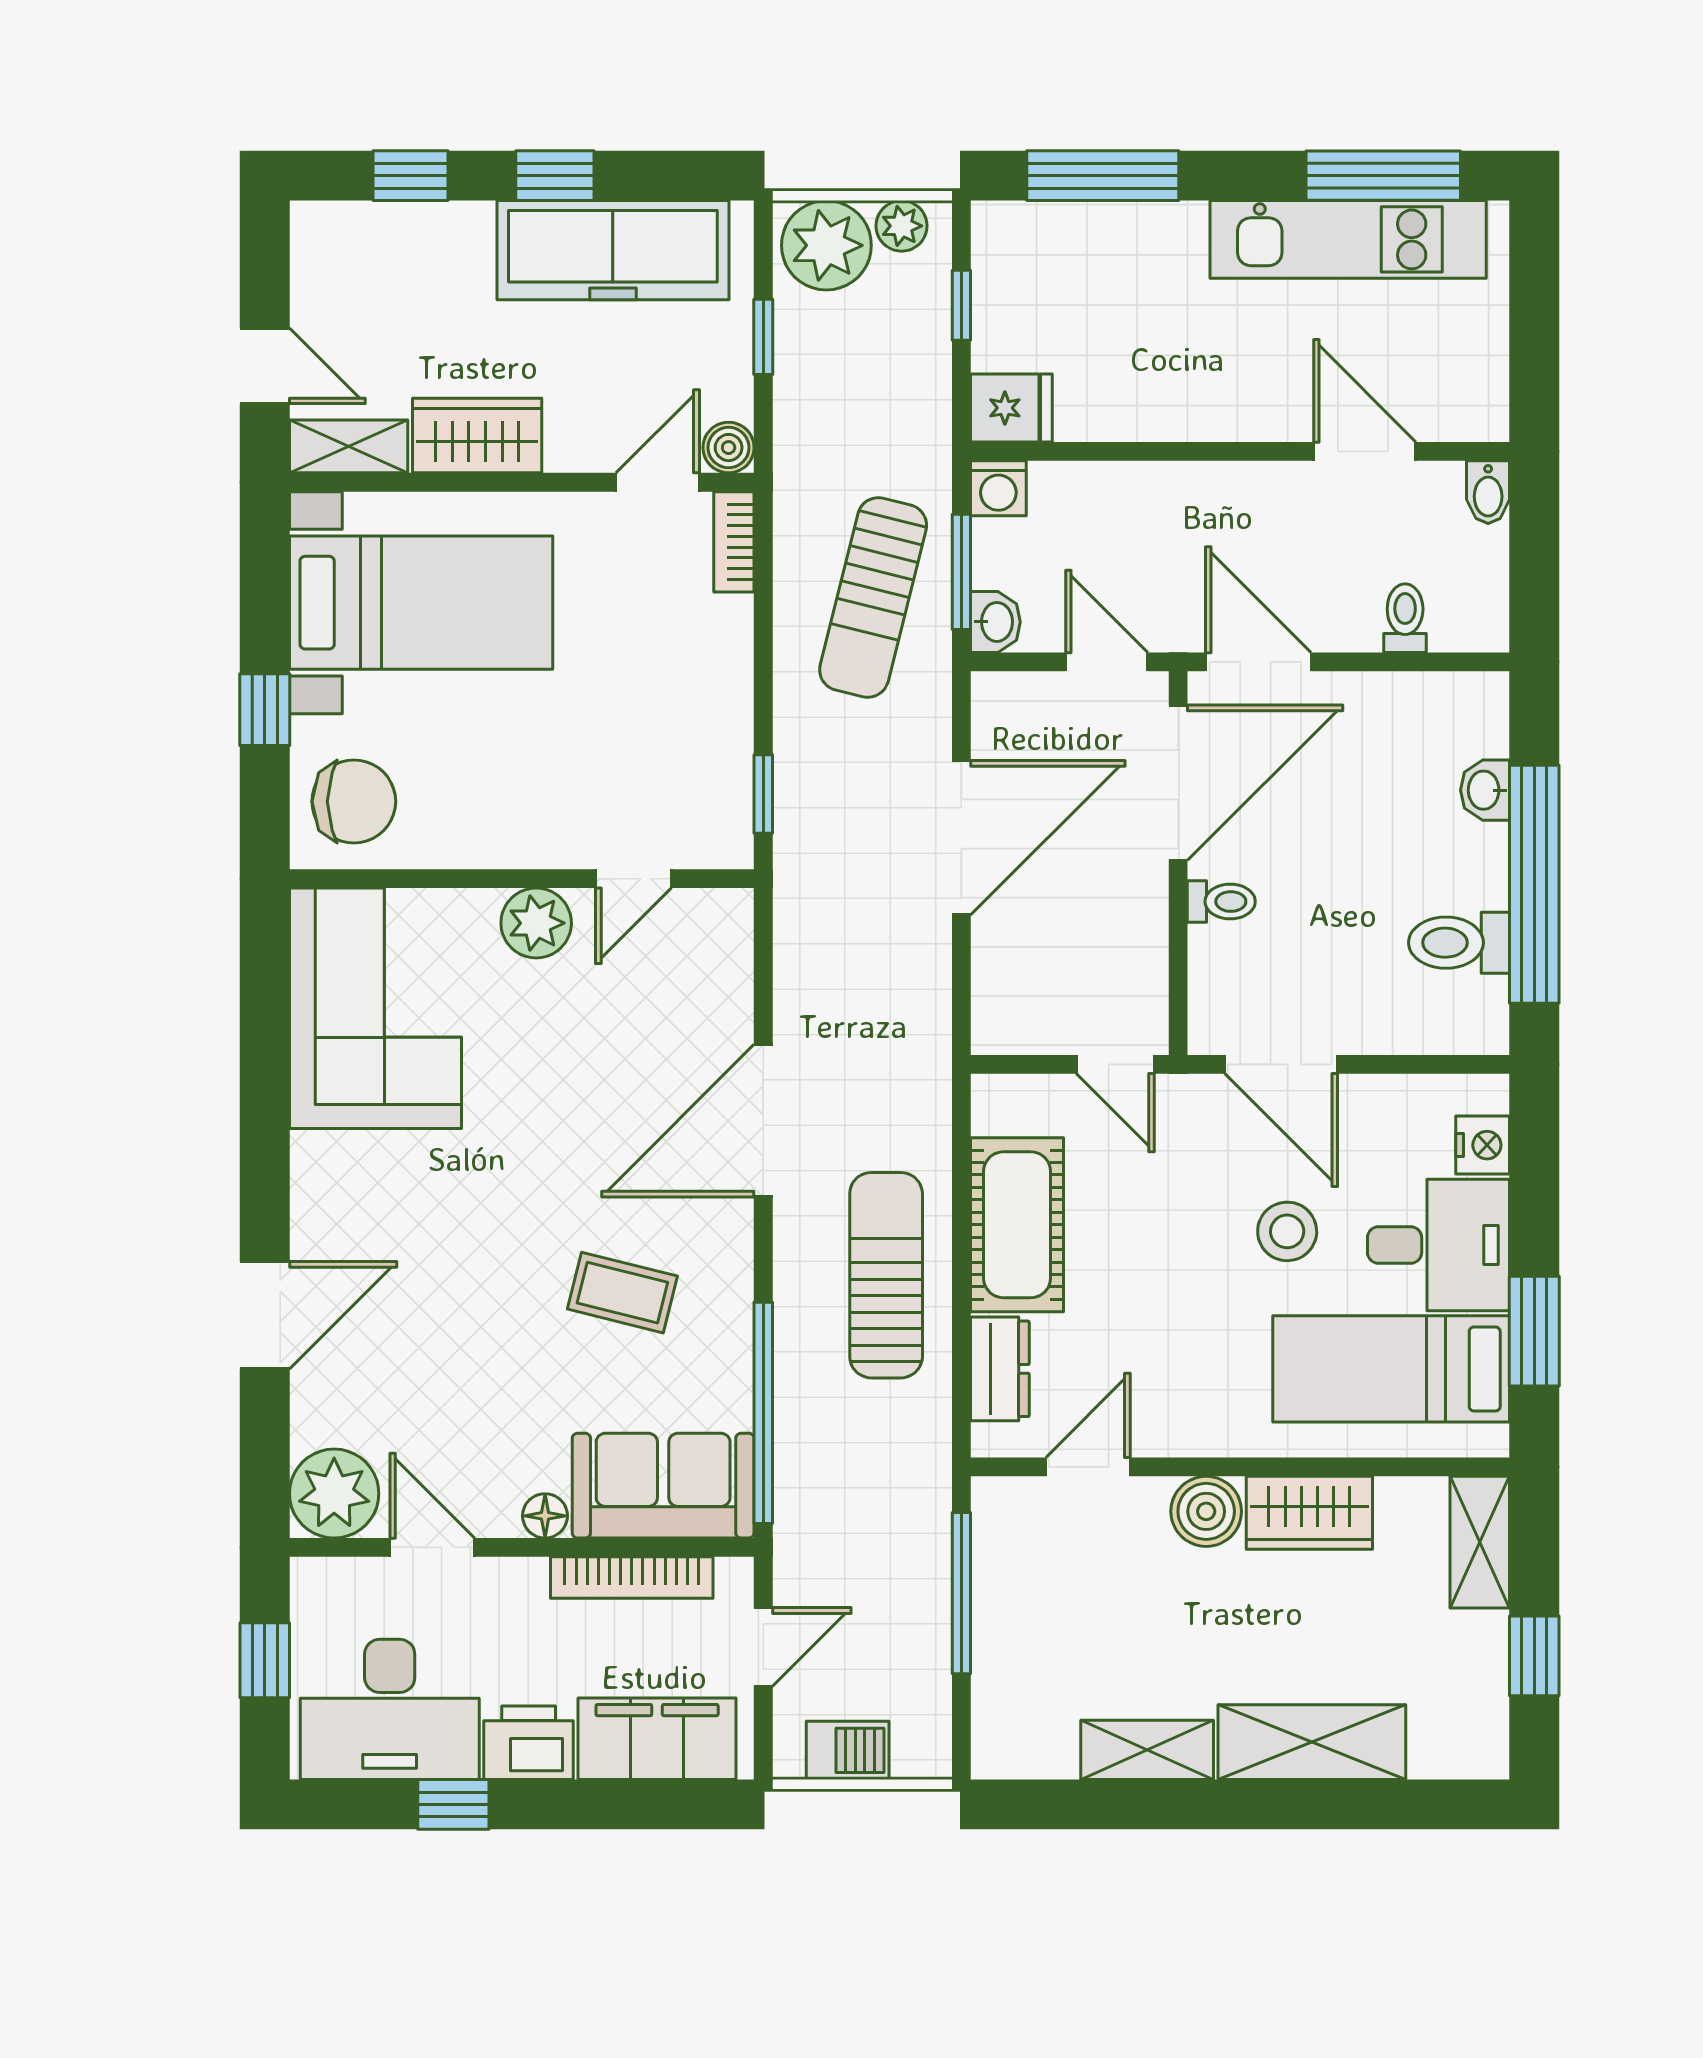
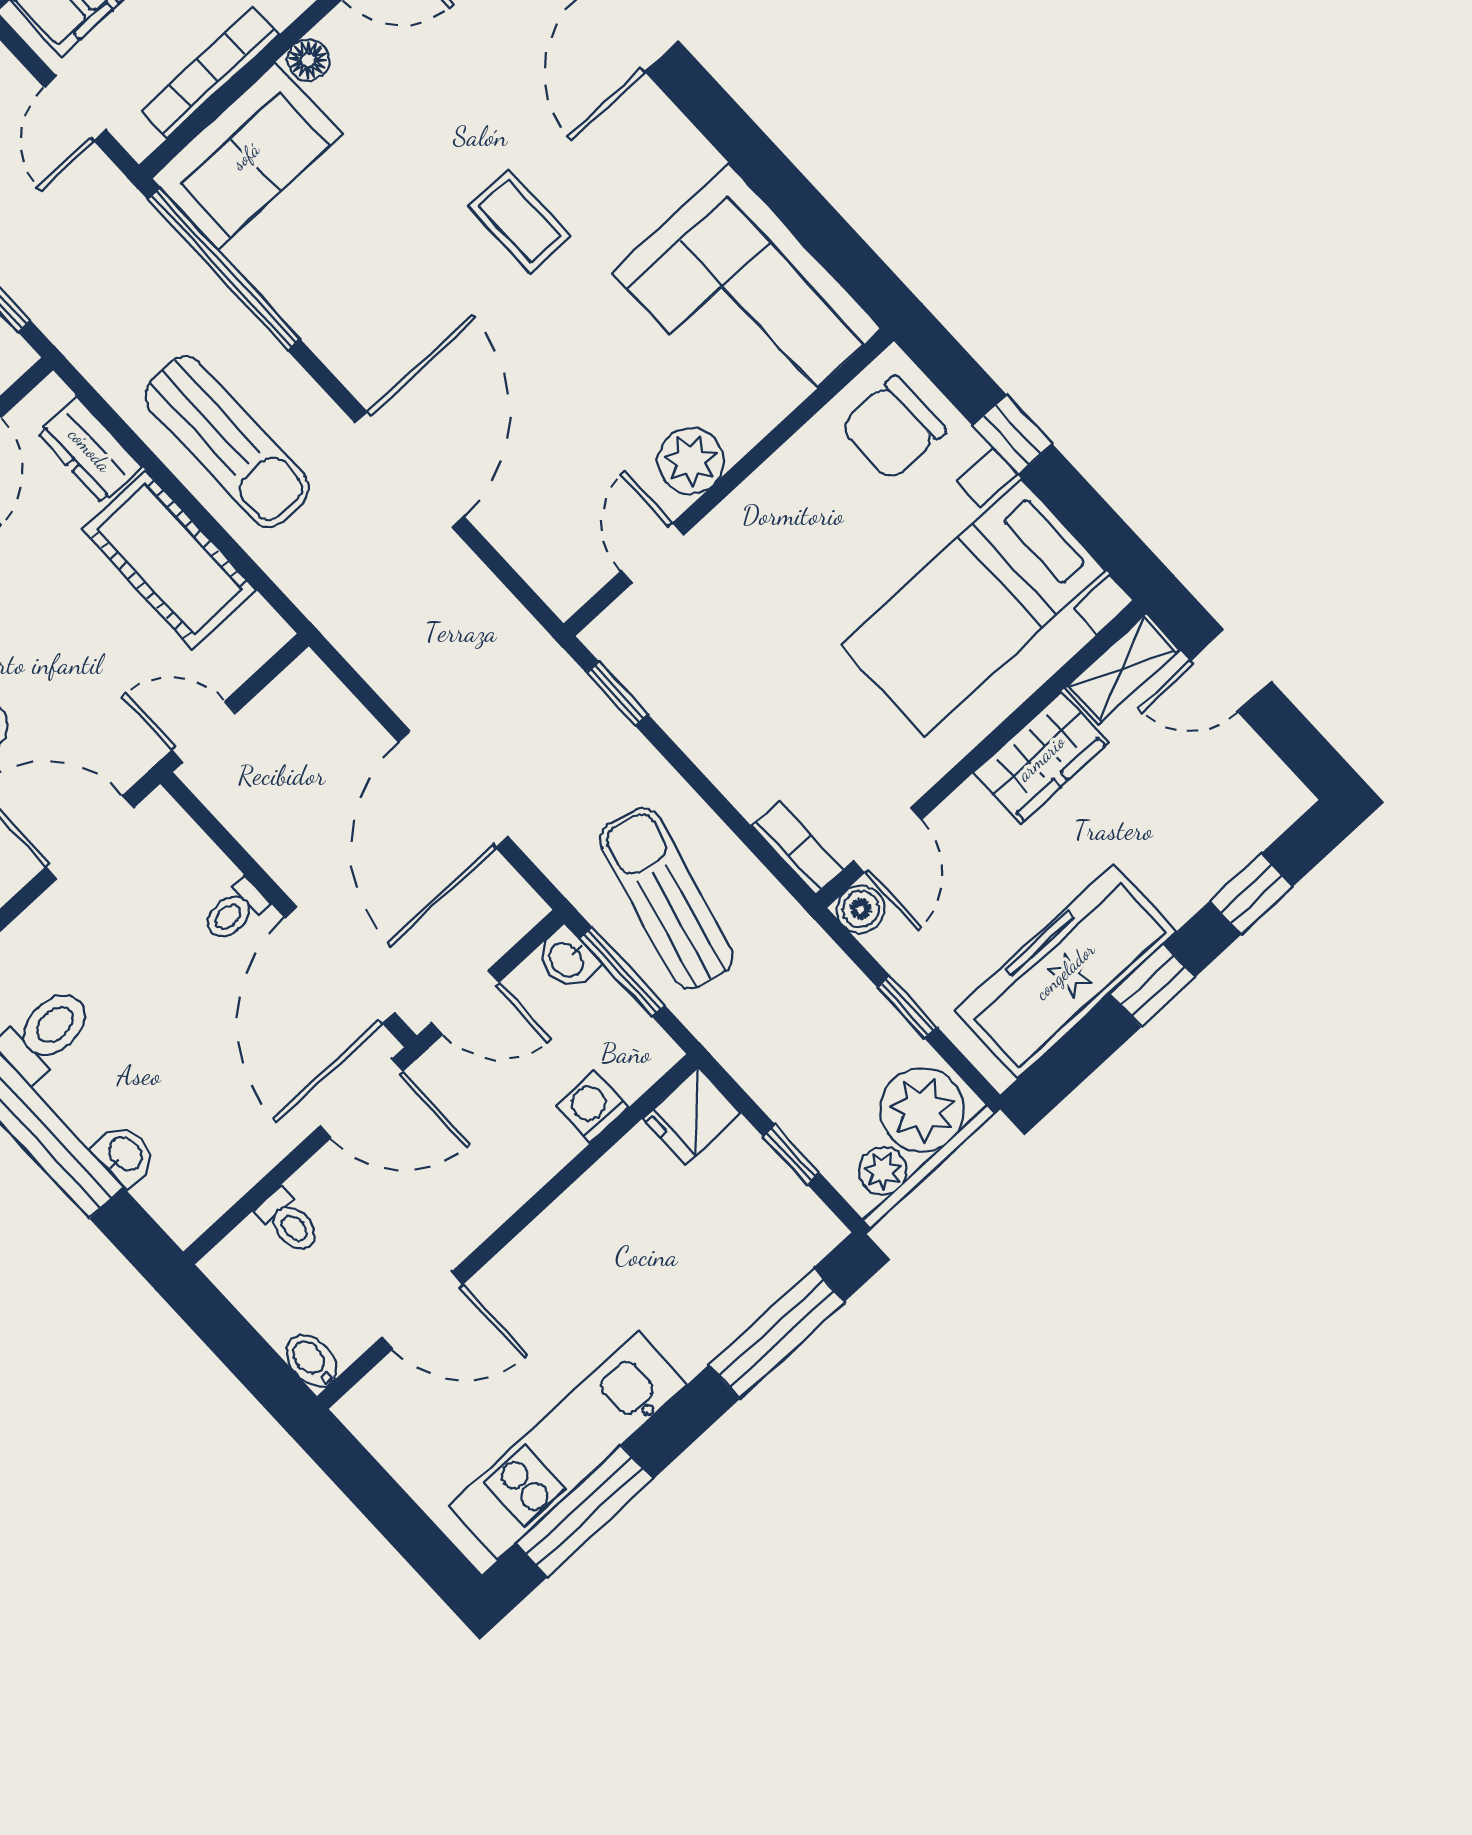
washing machine: (998, 488) -> (592, 1106), moved
coffee table: (622, 1293) -> (519, 221), moved, turned 76

